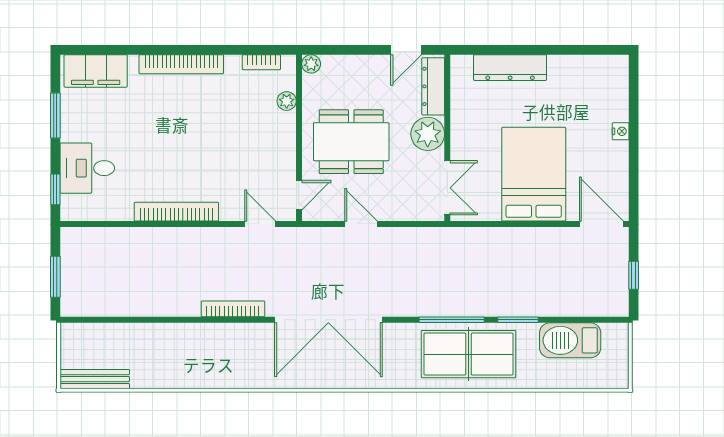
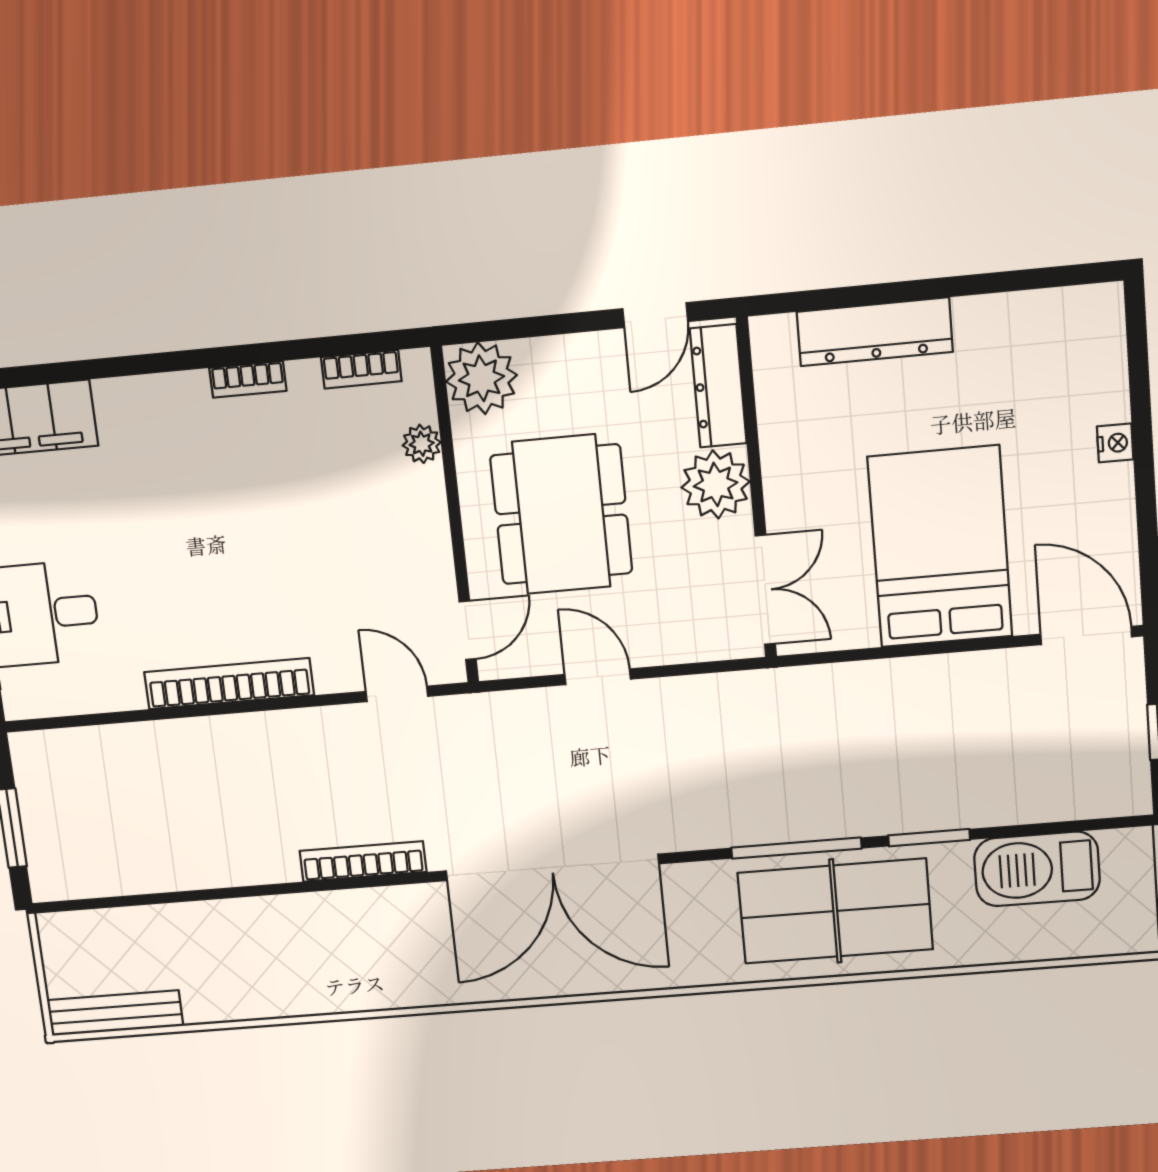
bookcase: (181, 64) -> (248, 379), width x0.43, depth x0.76
plant: (311, 64) -> (481, 378), width x1.88, depth x1.88
dining table: (351, 142) -> (561, 514), turned 90

